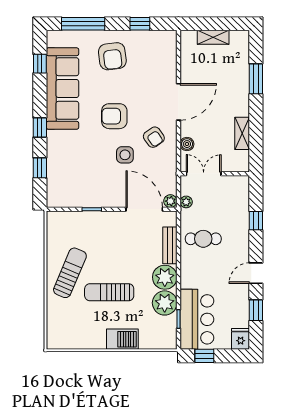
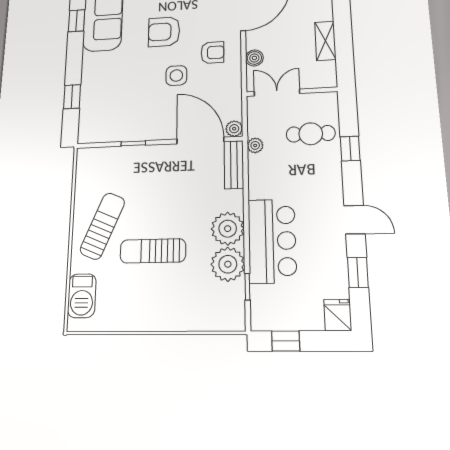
window: (40, 127) -> (77, 21), moved
armchair: (154, 137) -> (212, 53), turned -55
plant: (186, 202) -> (255, 145), moved
cafe table: (203, 239) -> (311, 134), moved
bench: (170, 245) -> (234, 165), moved
door: (256, 273) -> (355, 220), swing flipped
bar counter: (197, 319) -> (272, 241), moved
barbecue: (122, 339) -> (82, 296), moved, turned 90

